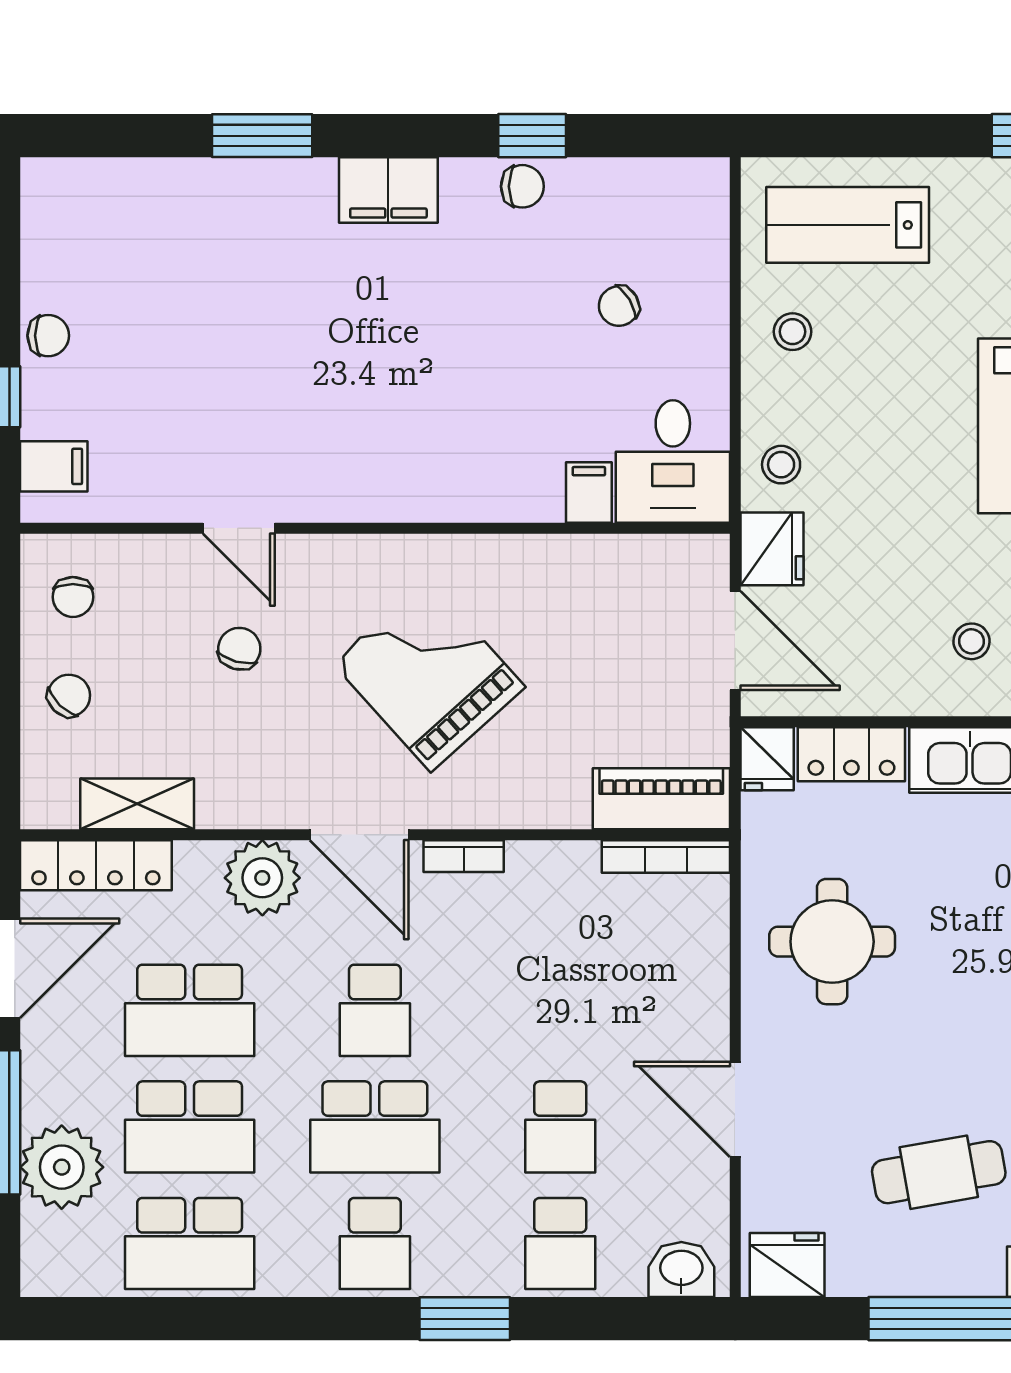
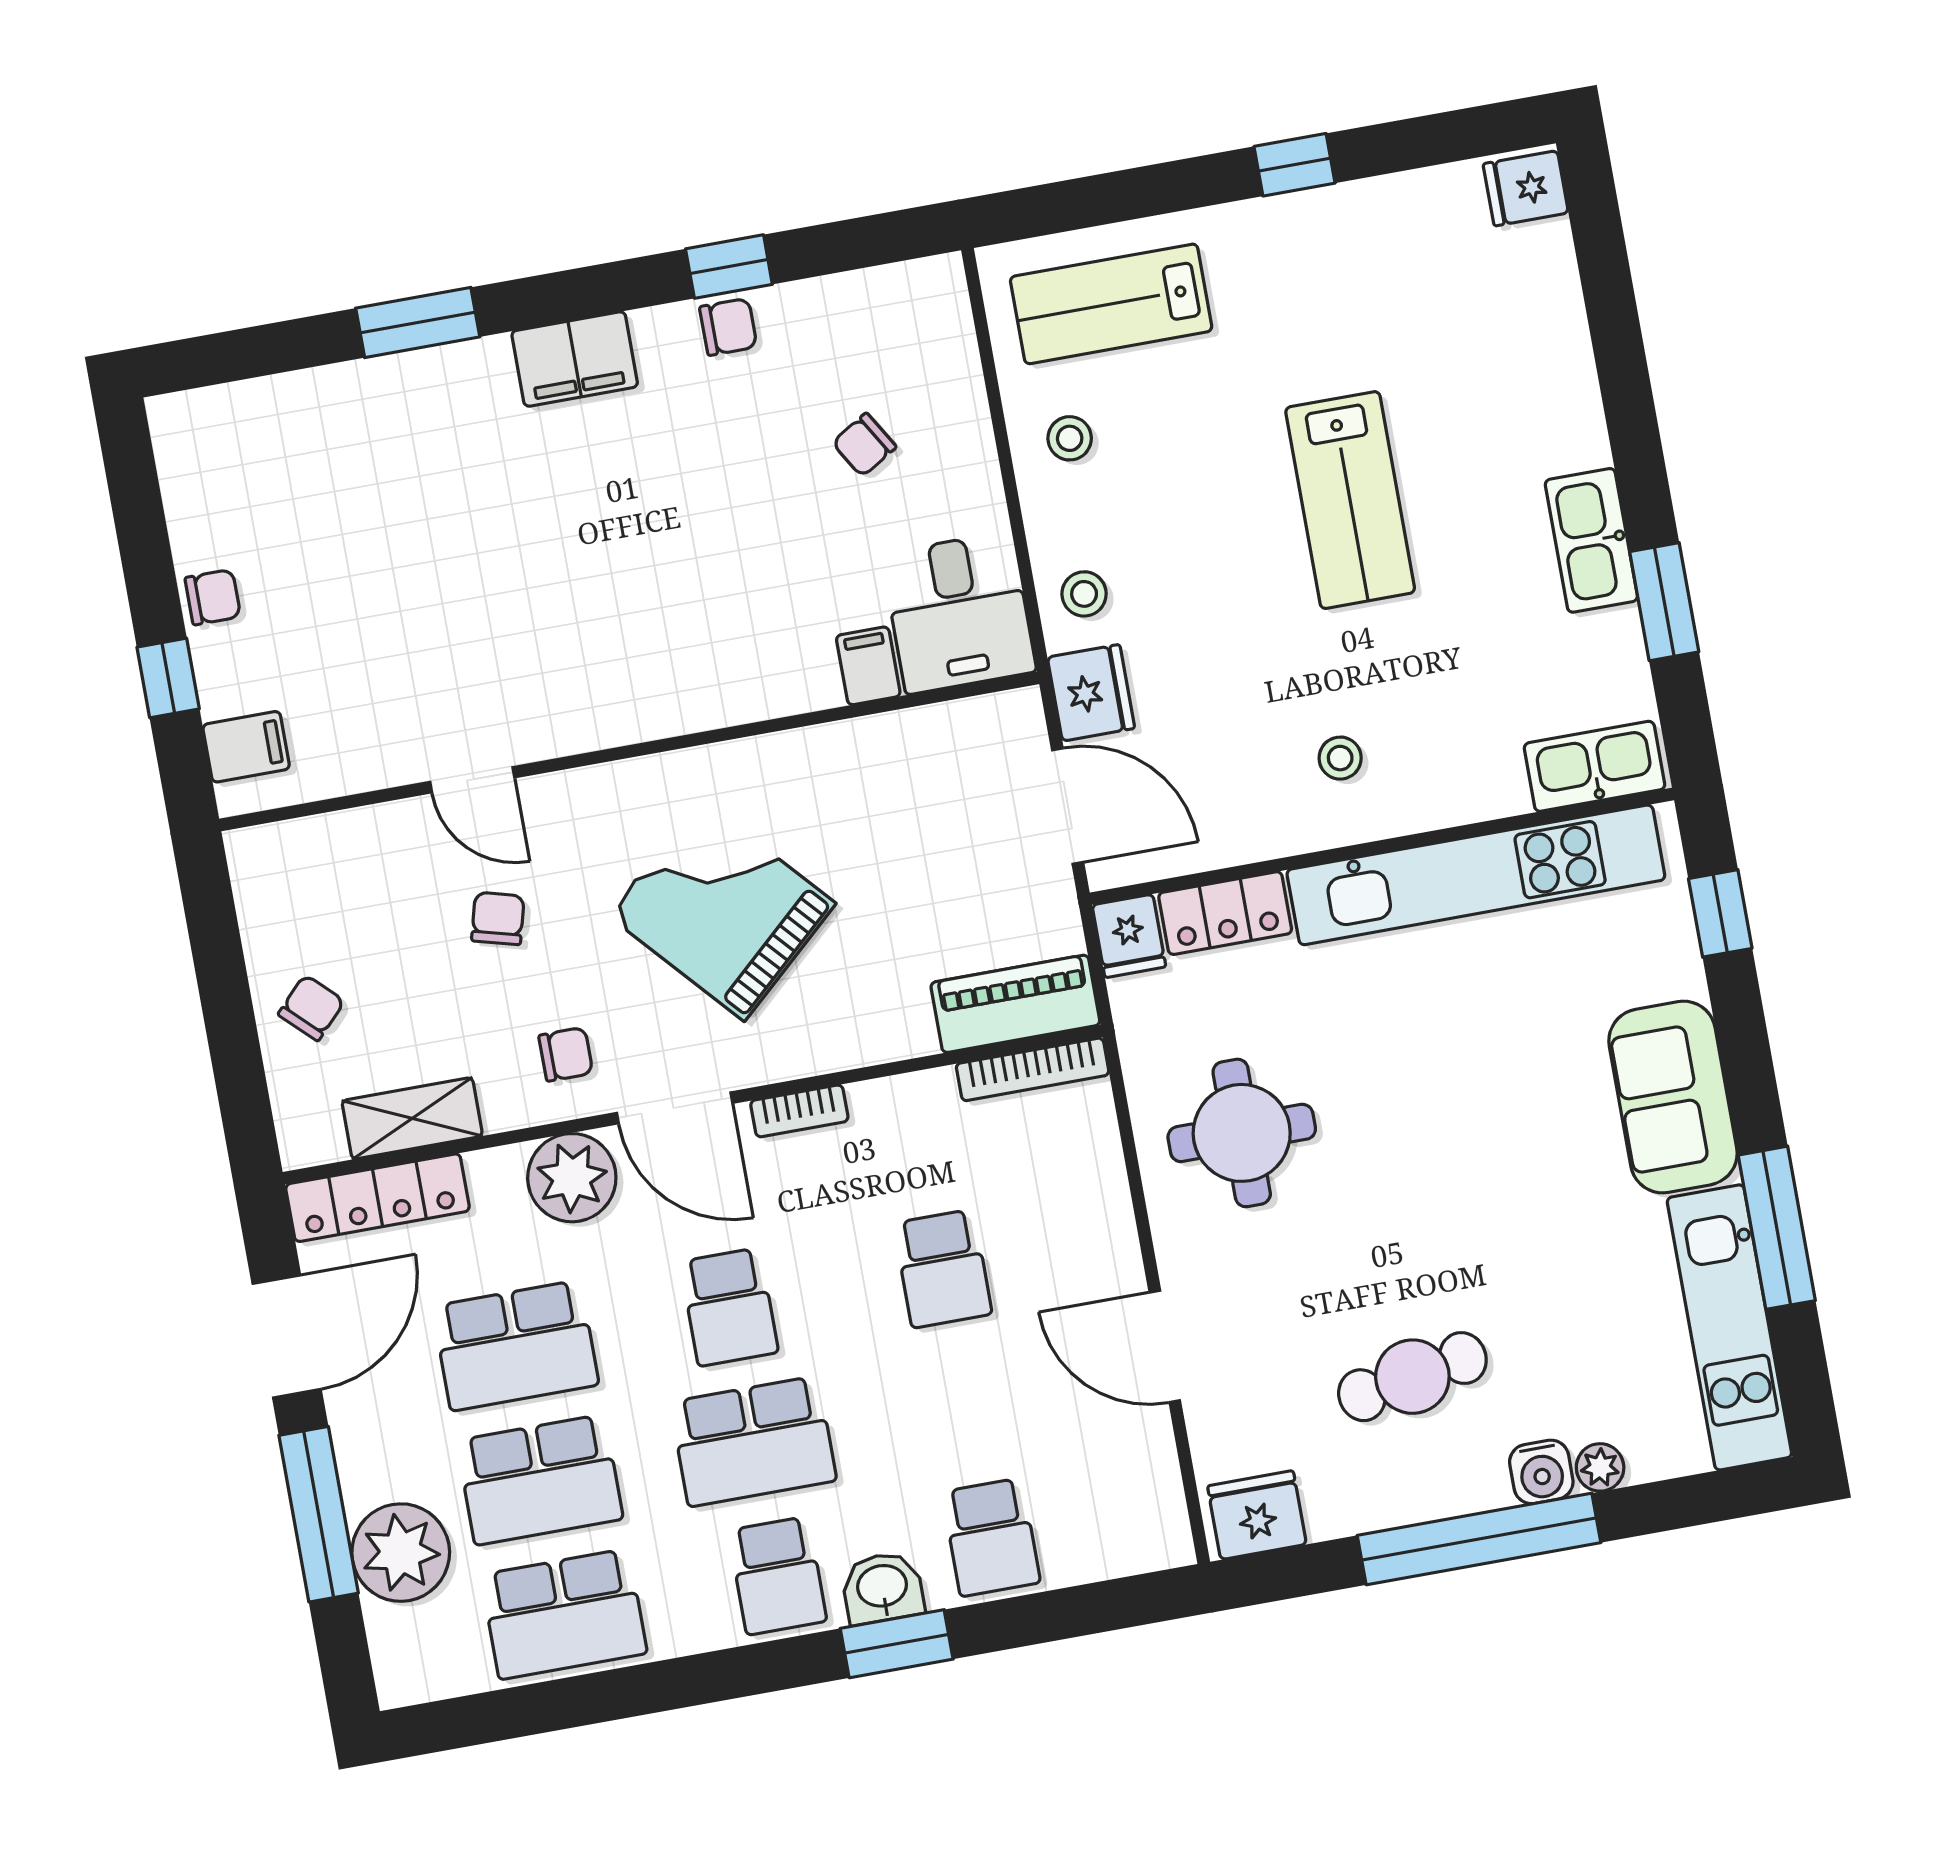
chair: (73, 597) -> (566, 1054), moved, turned -90
school desk: (560, 1127) -> (943, 1269), moved
washbasin: (681, 1269) -> (882, 1588), moved

